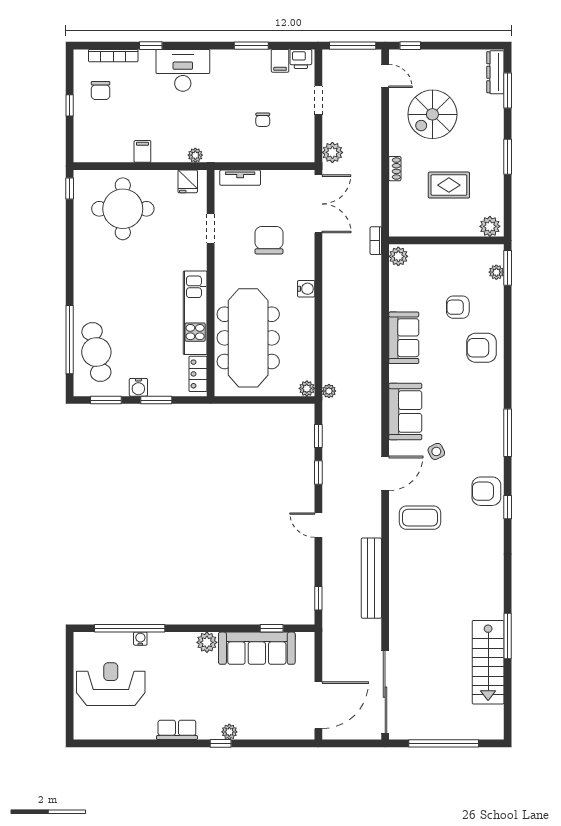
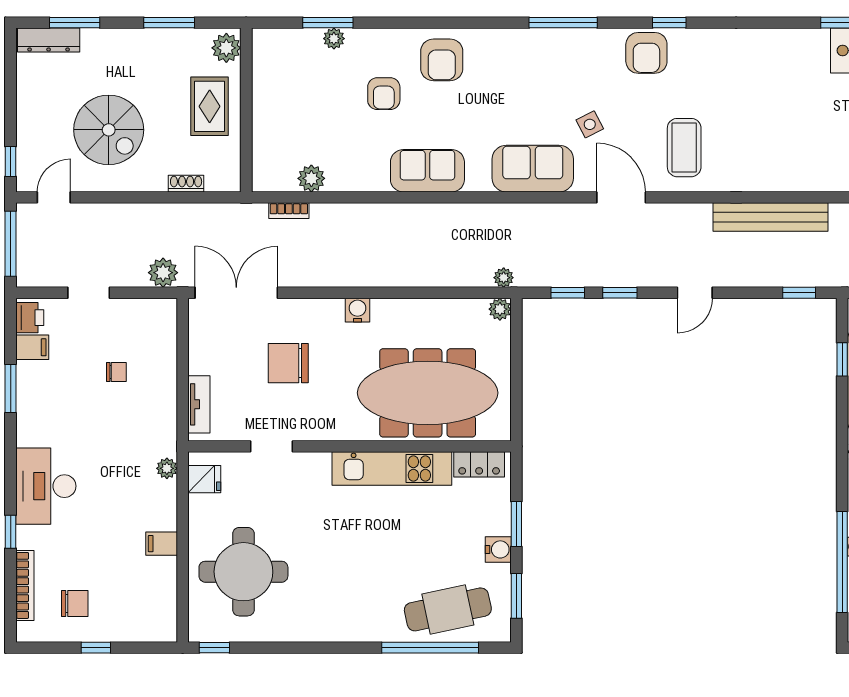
plant: (490, 226) -> (226, 48), moved
wall: (446, 240) -> (246, 110), moved

